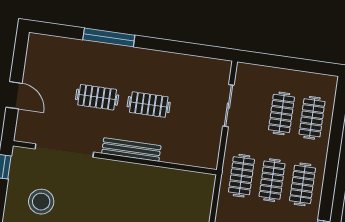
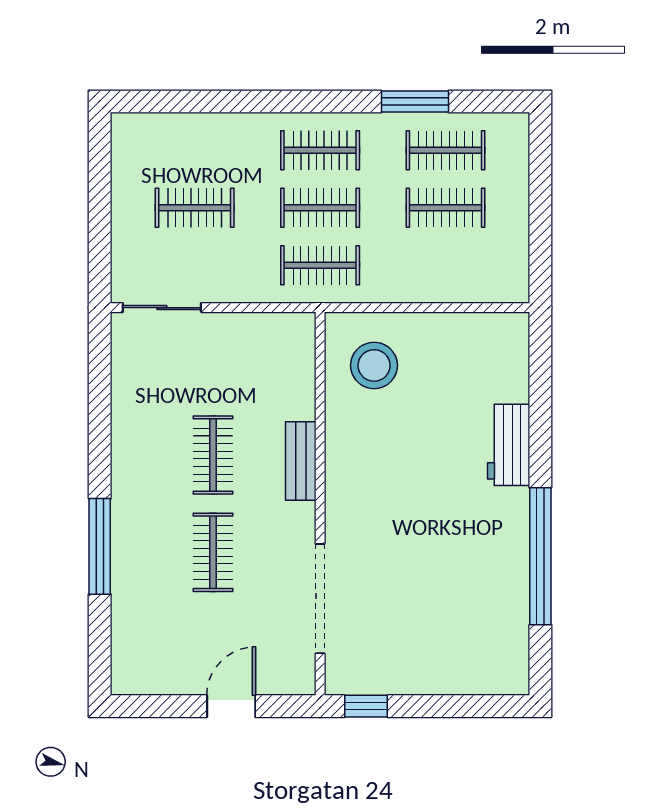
sliding door: (228, 106) -> (162, 308), moved
clothes rail: (312, 118) -> (195, 150), removed
bench: (131, 150) -> (301, 461), width x0.73
stool: (41, 202) -> (374, 365), moved

